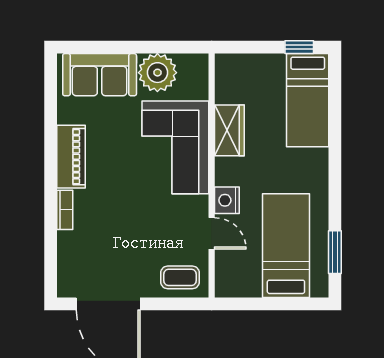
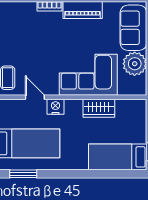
door: (212, 233) -> (35, 97), swing flipped

